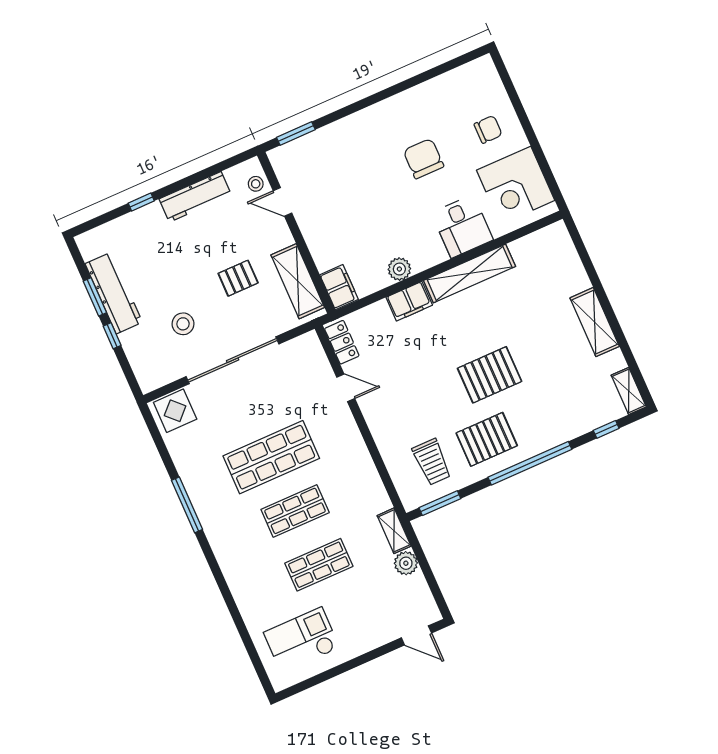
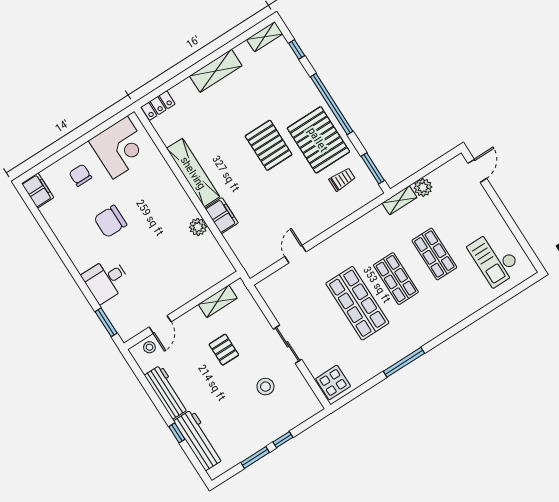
desk: (462, 226) -> (106, 280), moved, turned 180
shelving: (298, 281) -> (218, 301), width x0.67, depth x0.75
filing cabinet: (339, 287) -> (38, 191), moved, turned 90
workbench: (114, 293) -> (199, 440), moved, turned 90
locker: (342, 342) -> (158, 106), moved, turned 180
sliding door: (233, 360) -> (288, 344), width x0.54
pallet: (487, 439) -> (318, 140), width x1.37, depth x1.41
trolley: (432, 462) -> (342, 179), width x0.73, depth x0.72

